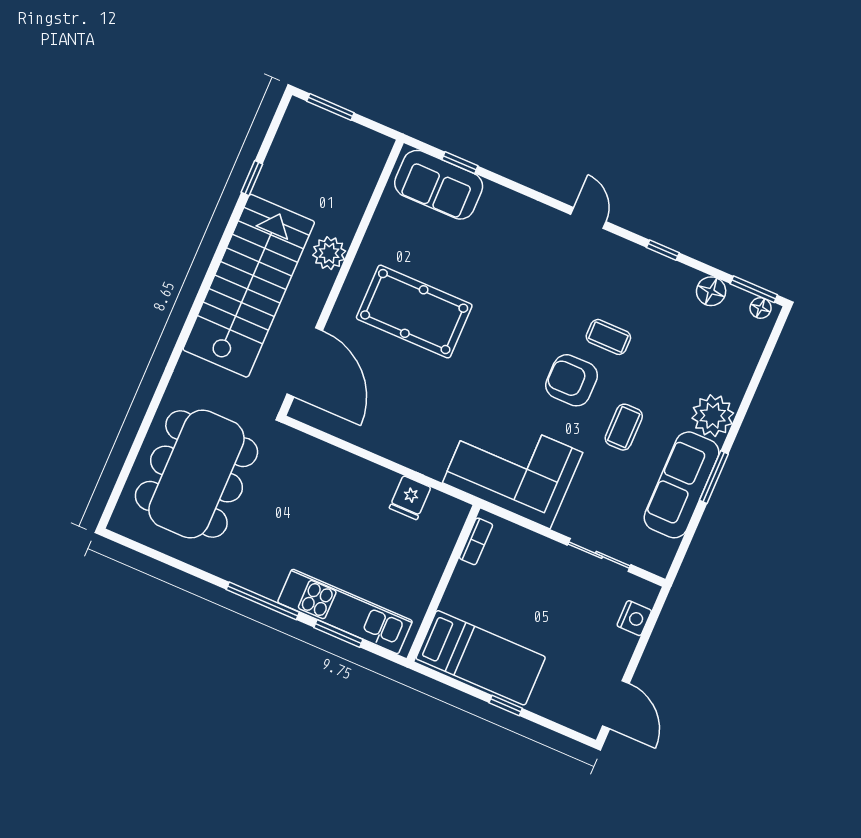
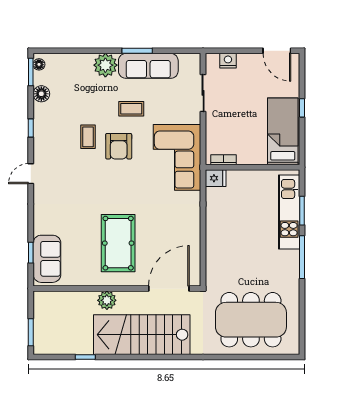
fridge: (410, 498) -> (216, 178), moved
door: (616, 705) -> (277, 51), swing flipped

